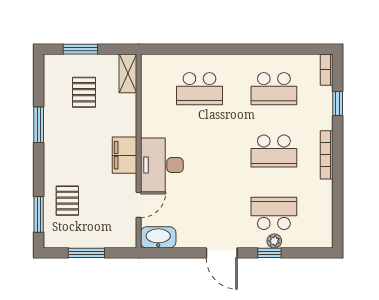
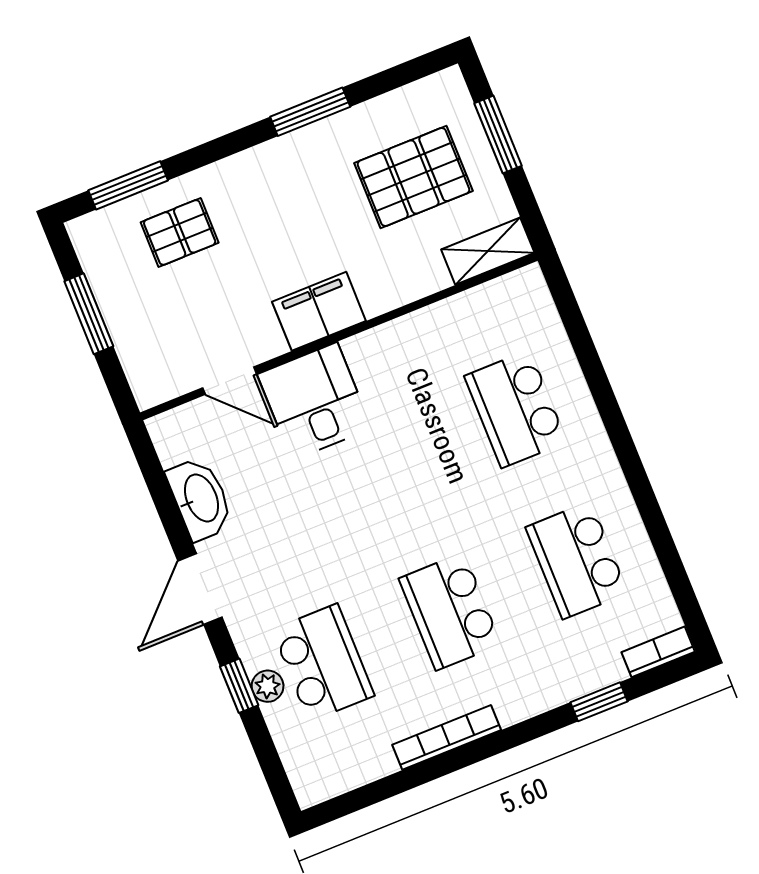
pallet: (84, 92) -> (414, 177), width x1.50, depth x1.42
bookcase: (327, 155) -> (447, 737), moved
desk: (162, 165) -> (314, 401), width x0.73
washbasin: (158, 237) -> (200, 499), moved

